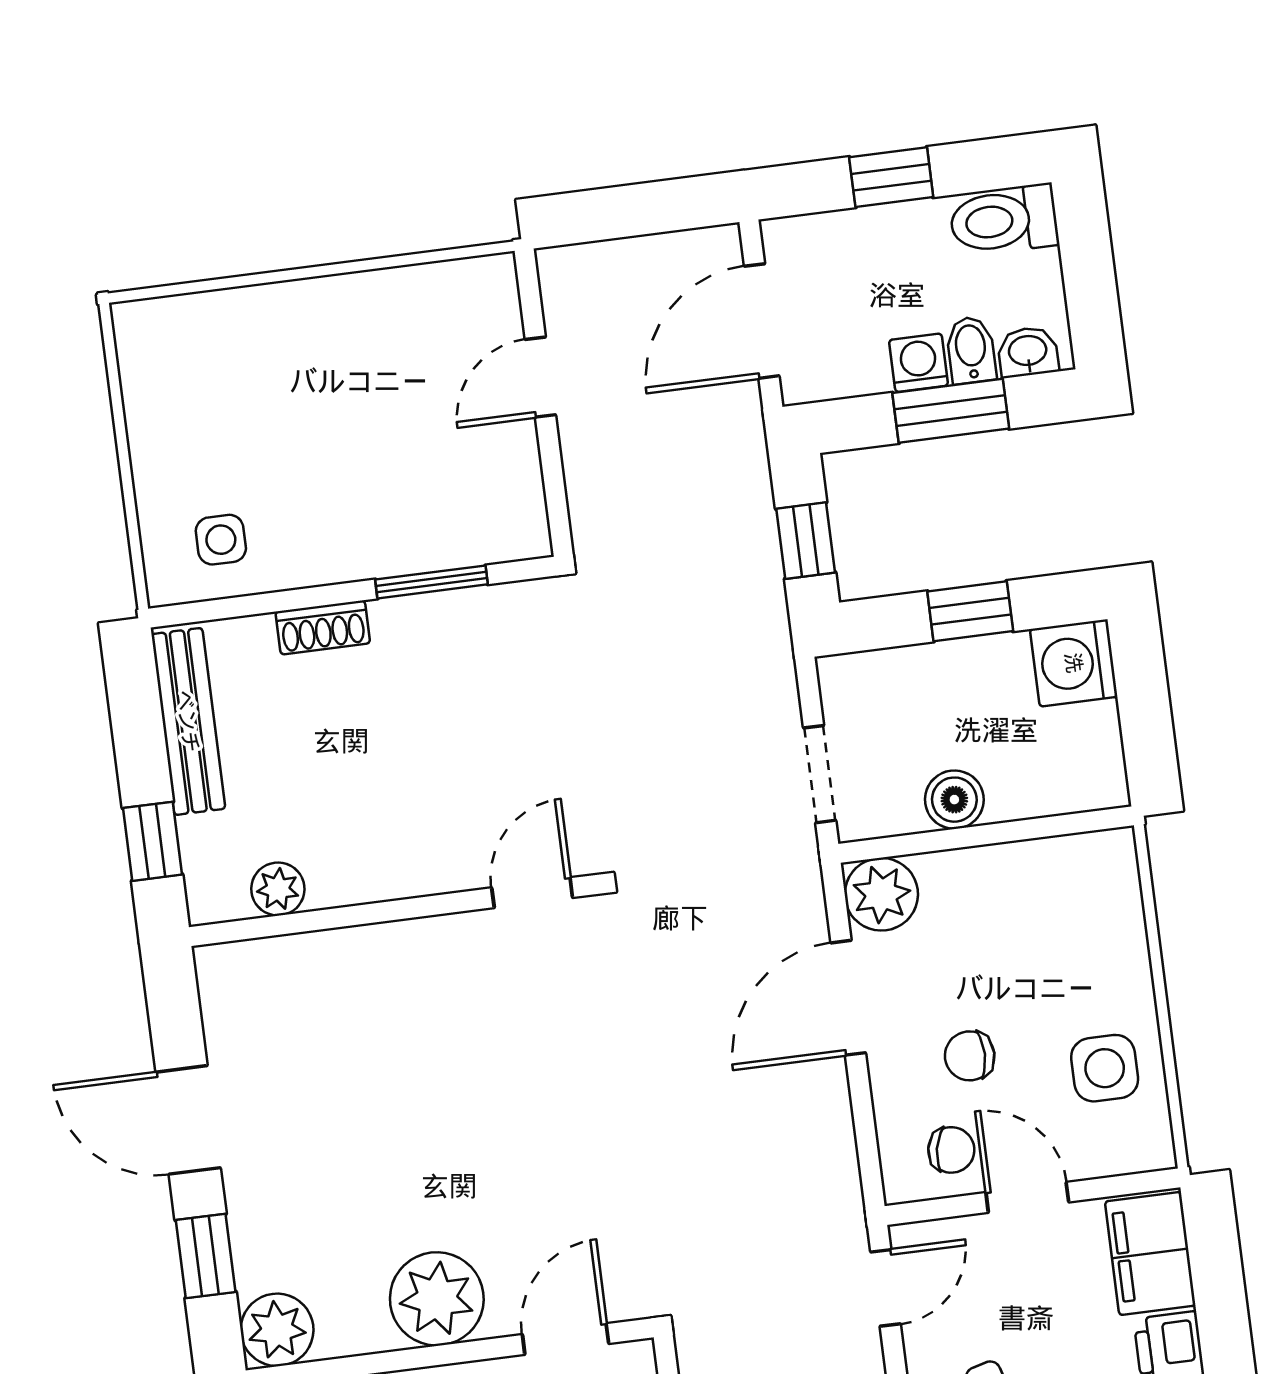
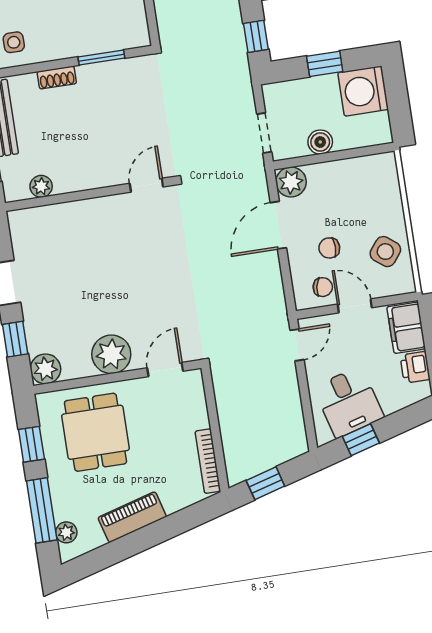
washing machine: (1074, 663) -> (363, 91), width x1.37, depth x1.37
side table: (1105, 1068) -> (385, 252), turned 38

